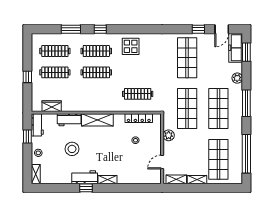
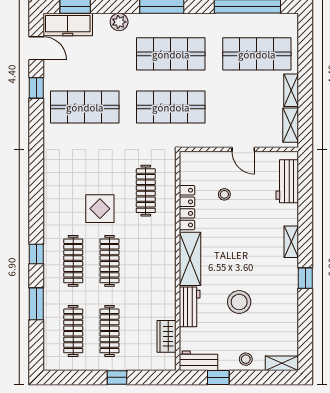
display table: (131, 46) -> (100, 209), moved
locker: (139, 118) -> (187, 208), moved
plant: (169, 135) -> (216, 138), removed
door: (162, 162) -> (243, 149), moved
workbench: (85, 177) -> (287, 181), moved

